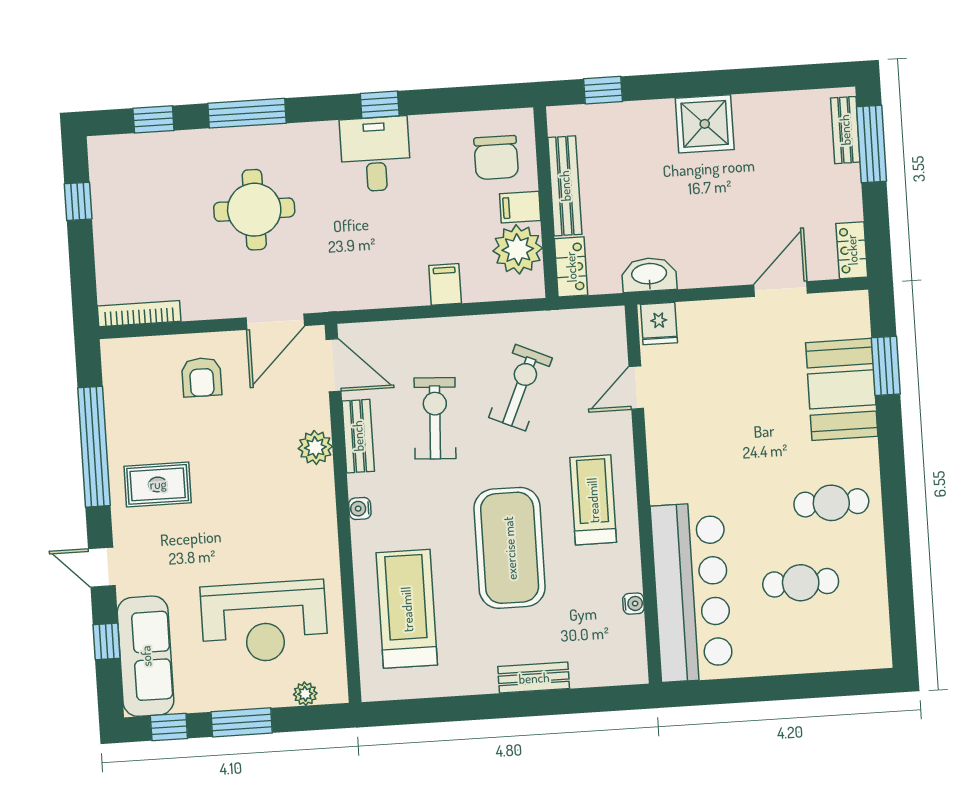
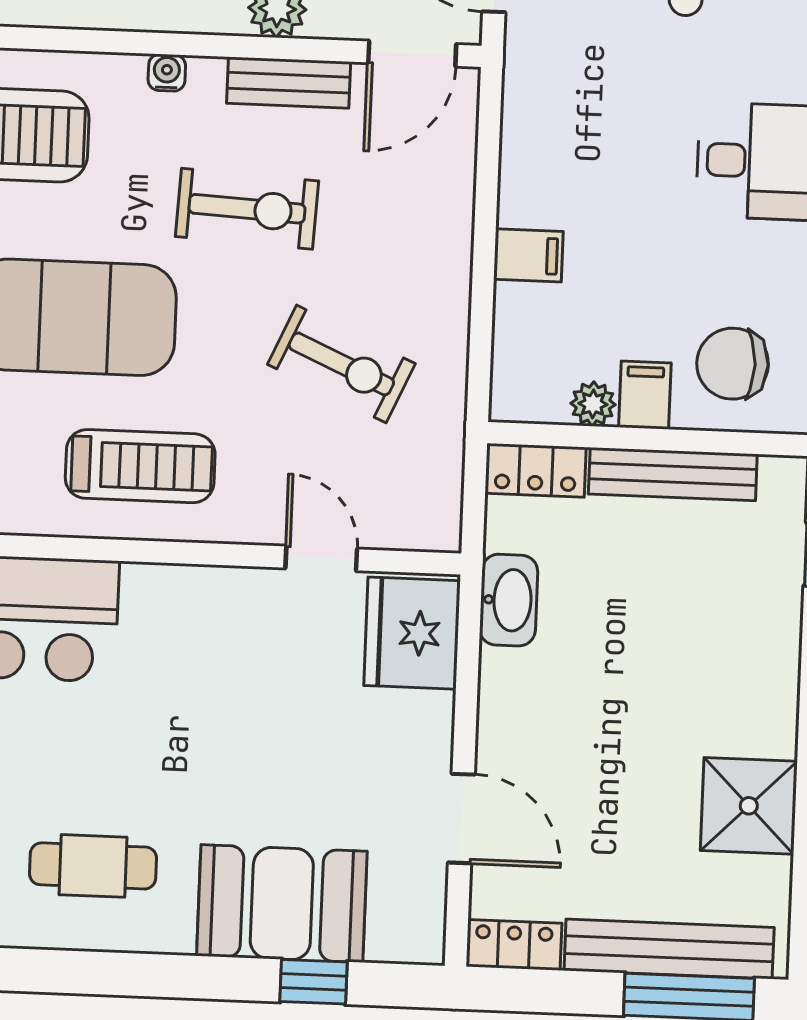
shower: (705, 124) -> (749, 806), moved
bench: (845, 130) -> (669, 949), width x1.86, depth x1.21
plant: (518, 249) -> (593, 404), width x0.53, depth x0.53
fridge: (659, 324) -> (412, 633), width x1.88, depth x1.34
window: (886, 366) -> (314, 982), width x0.67
exercise bike: (435, 418) -> (247, 209), moved
cafe table: (831, 503) -> (93, 866), turned 90

